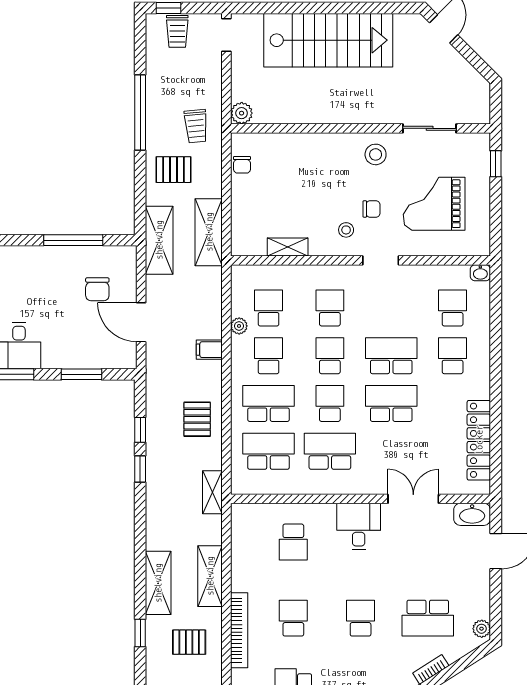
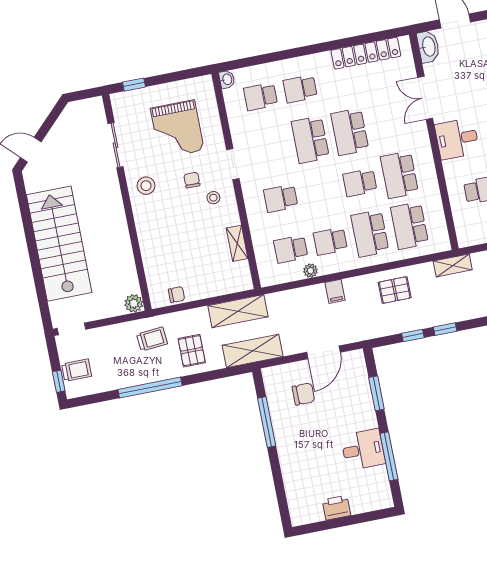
school desk: (330, 356) -> (320, 190), removed

